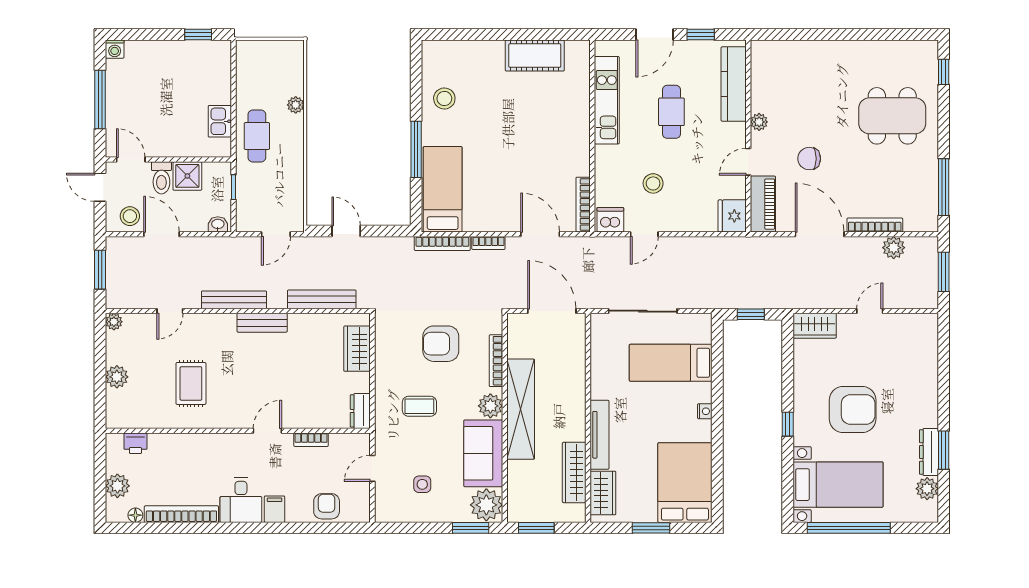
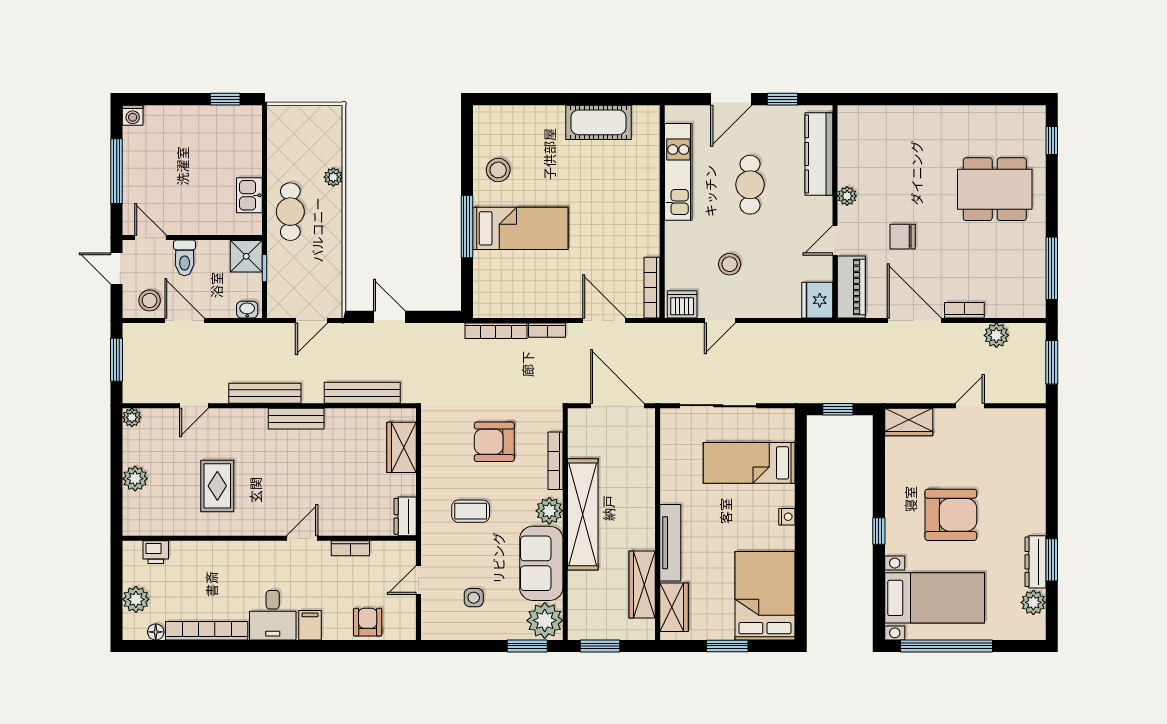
shower: (187, 176) -> (246, 256), moved
bed: (443, 189) -> (520, 228), moved, turned 90
bookcase: (875, 225) -> (964, 310), width x0.64

